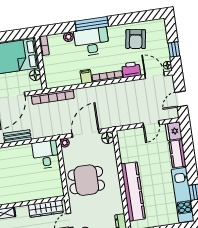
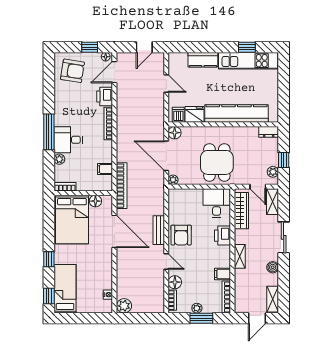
armchair: (136, 39) -> (72, 71), moved
desk: (92, 42) -> (68, 140), width x0.73
filing cabinet: (86, 77) -> (105, 169), moved
door: (181, 99) -> (144, 47), hinge flipped
fridge: (174, 131) -> (195, 114), moved, turned 180
dishwasher: (124, 139) -> (178, 115), added
desk: (46, 154) -> (217, 203), moved, turned 90
armchair: (16, 157) -> (181, 235), added
printer: (21, 195) -> (223, 236), added

